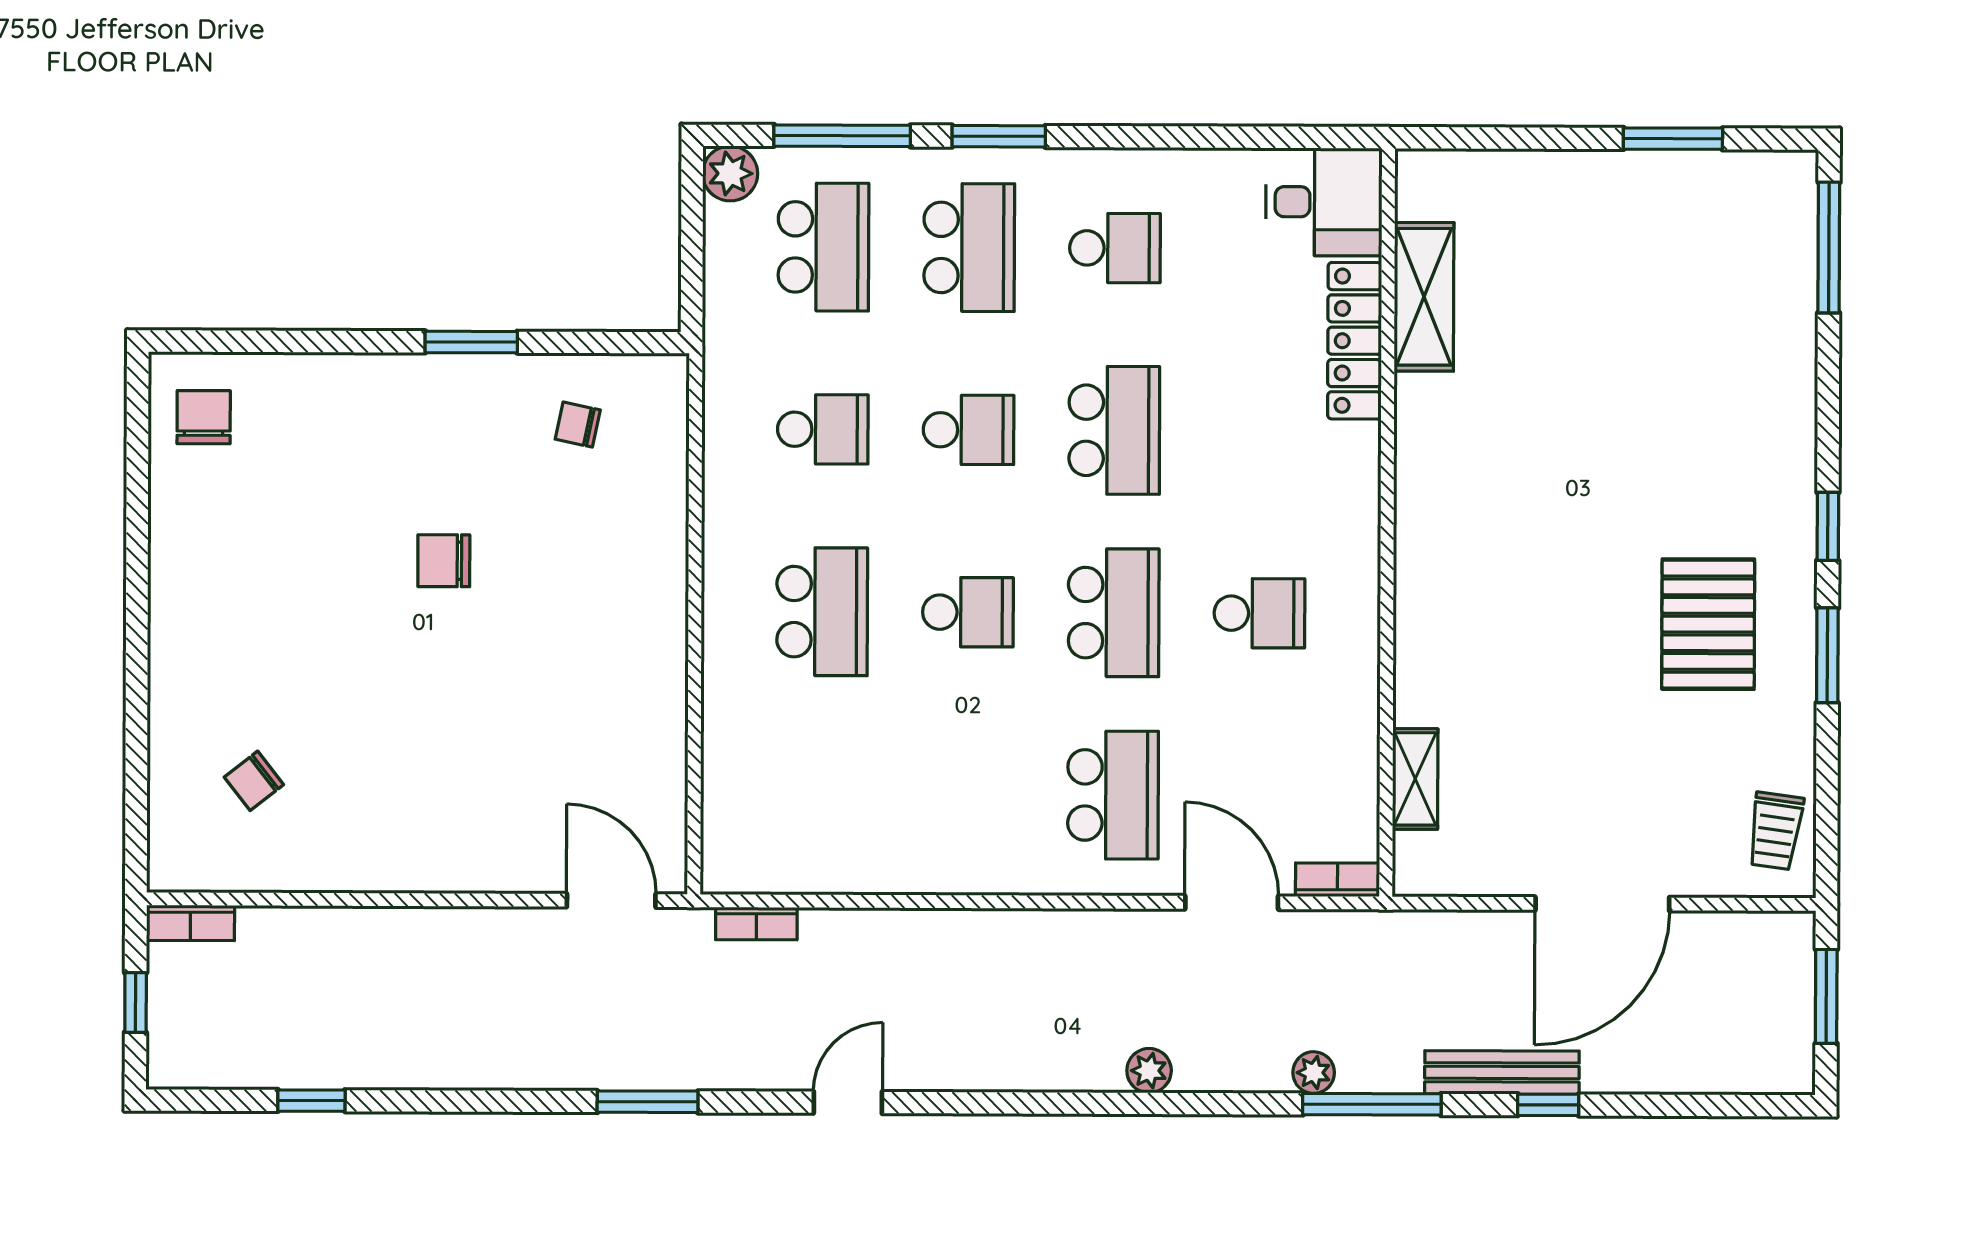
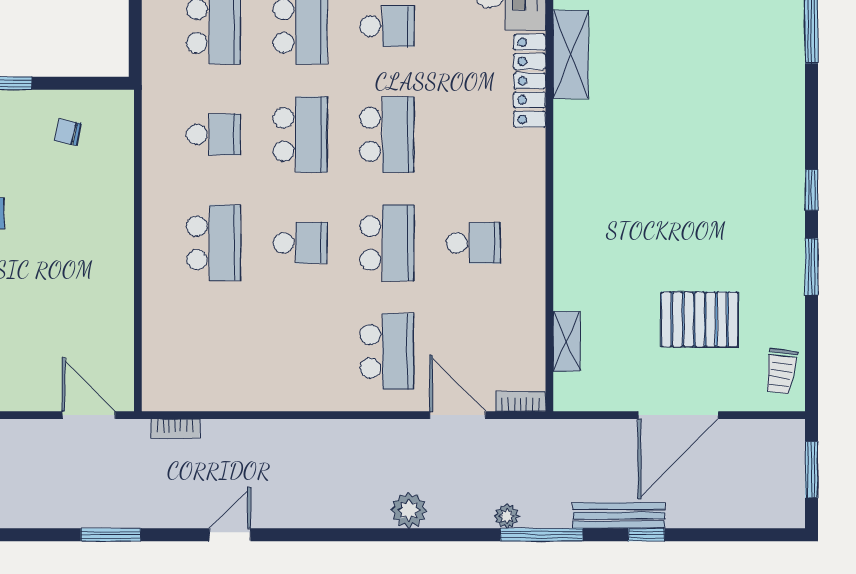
school desk: (969, 430) -> (300, 134), width x1.85
pallet: (1708, 624) -> (700, 319), moved, turned 90
plant: (1149, 1071) -> (409, 510), width x1.38, depth x1.38

